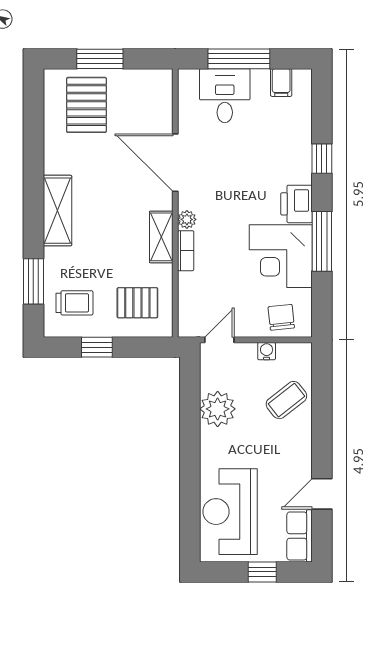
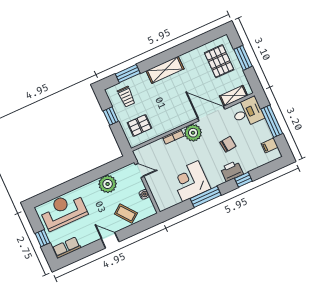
desk: (225, 96) -> (247, 112), moved
pallet: (86, 105) -> (219, 61), turned 90
door: (175, 163) -> (211, 114), hinge flipped
printer: (297, 204) -> (232, 171), moved
plant: (187, 219) -> (193, 133), width x1.88, depth x1.88
shelving: (161, 237) -> (234, 96), moved
pallet: (137, 303) -> (139, 125), turned 90
chair: (281, 317) -> (228, 144), moved
door: (322, 494) -> (110, 240), moved

